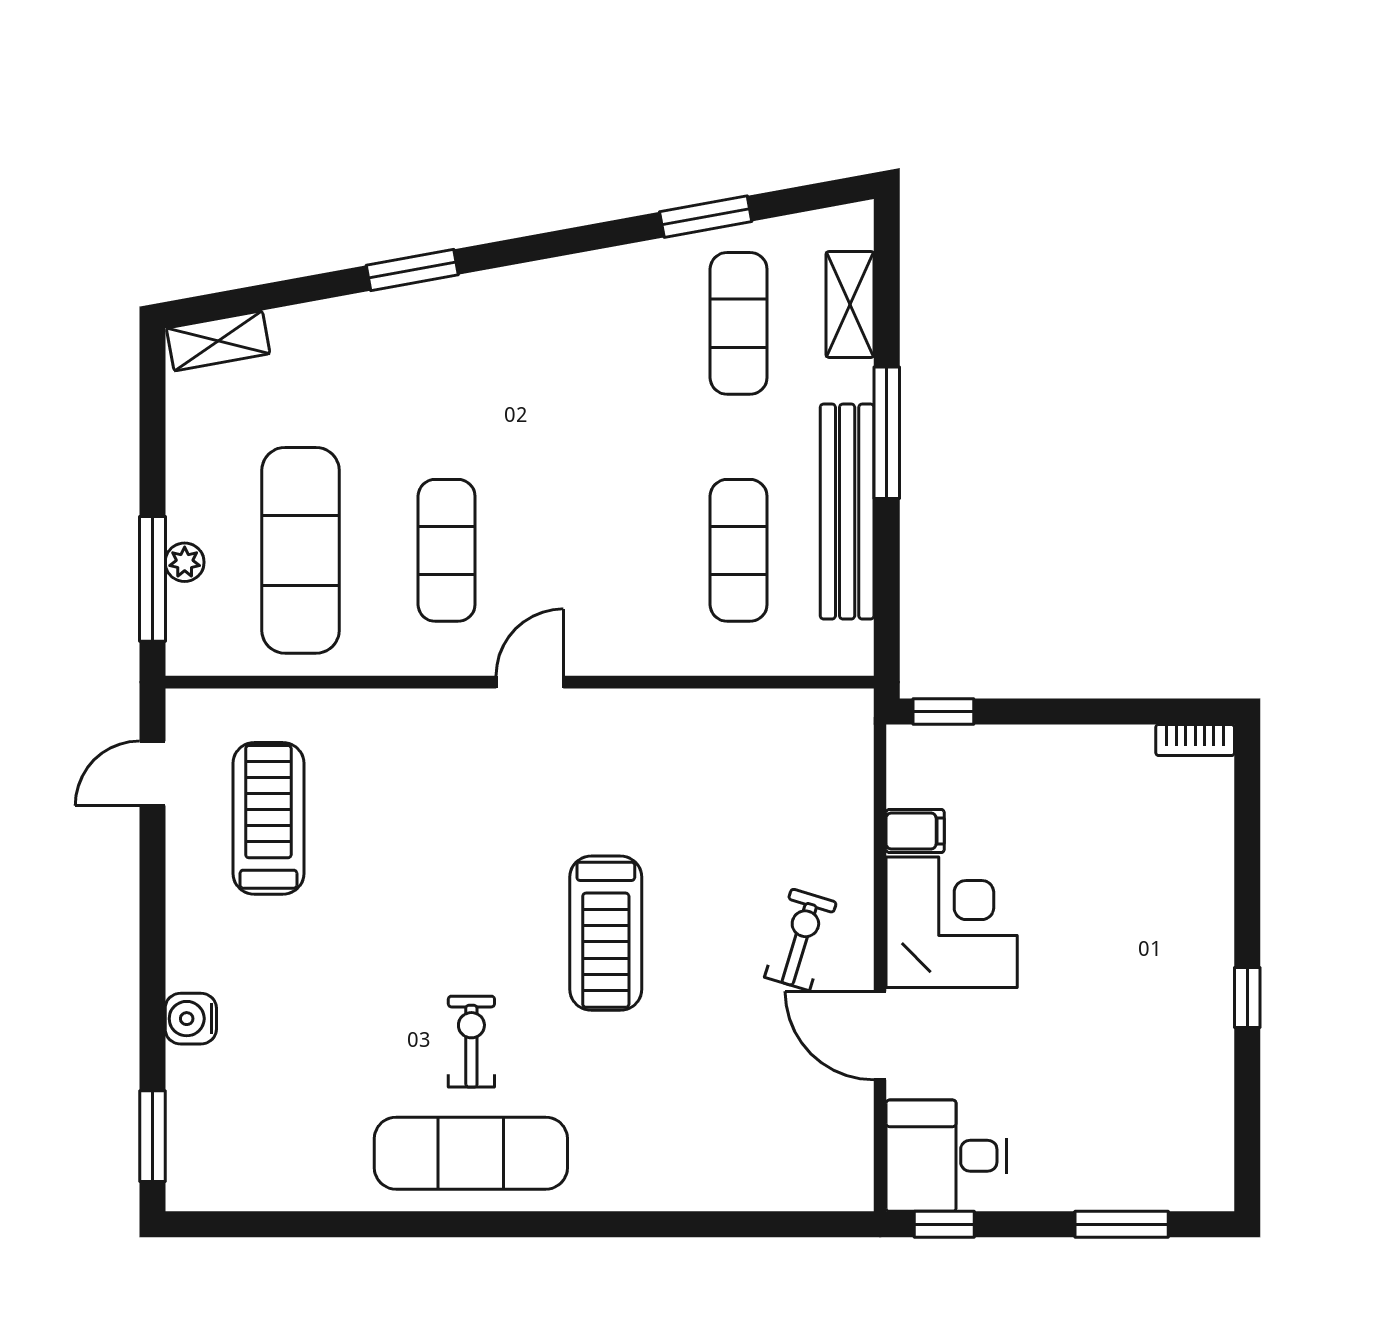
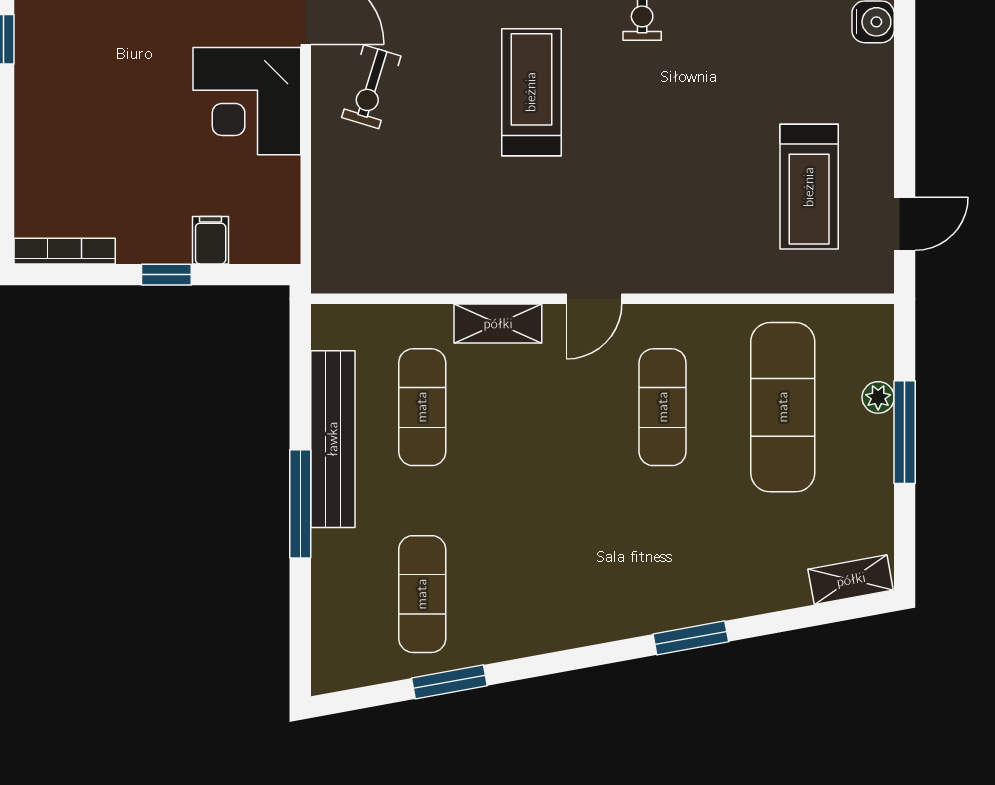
shelving: (850, 304) -> (498, 324), moved, turned 90
window: (152, 579) -> (905, 432), moved
window: (943, 711) -> (166, 275), moved
bookcase: (1195, 740) -> (65, 251), width x1.56
filing cabinet: (915, 831) -> (211, 240), moved, turned 90

